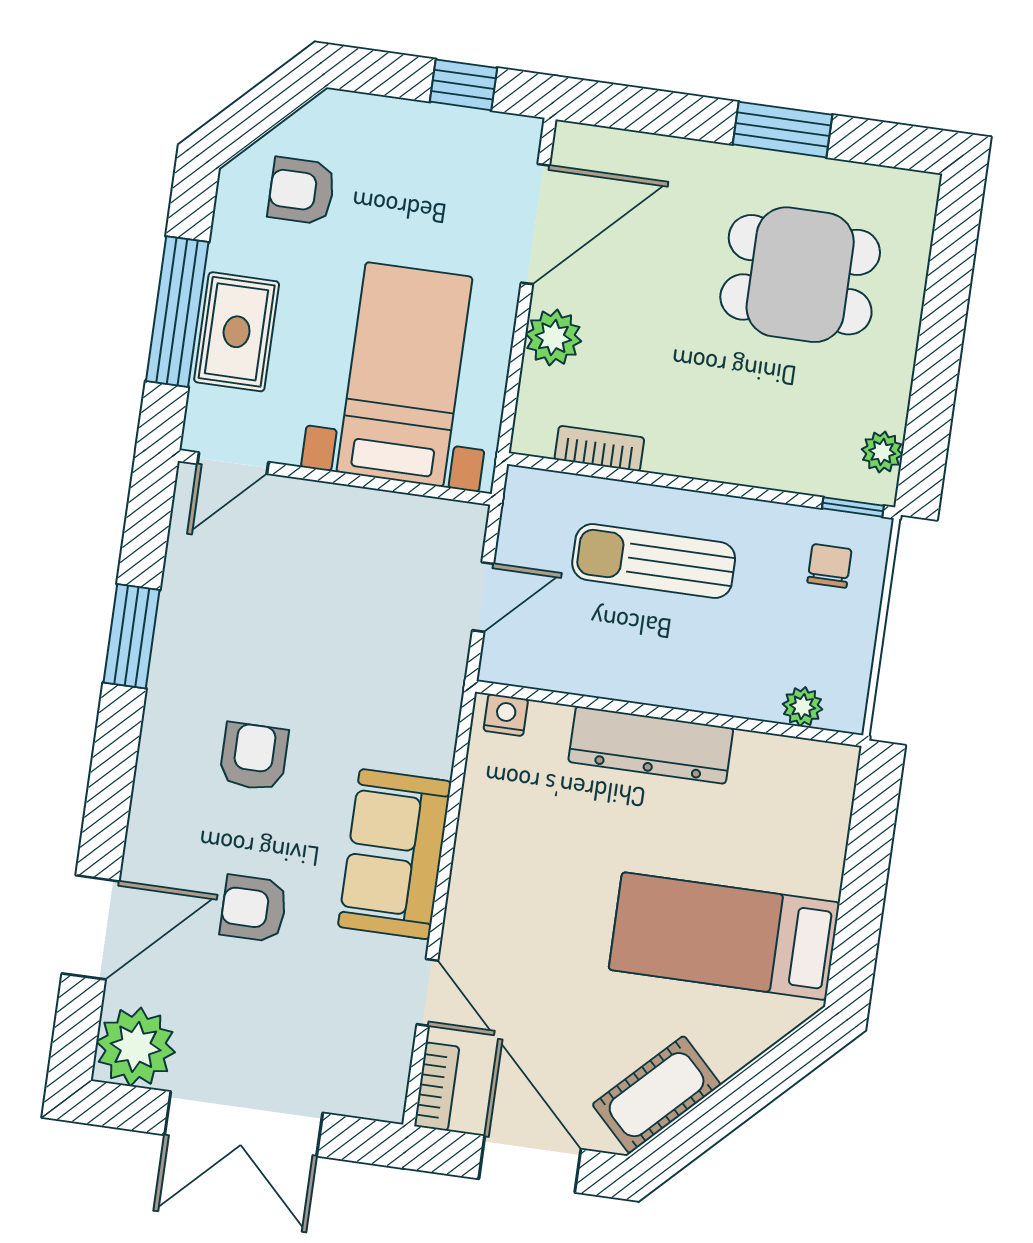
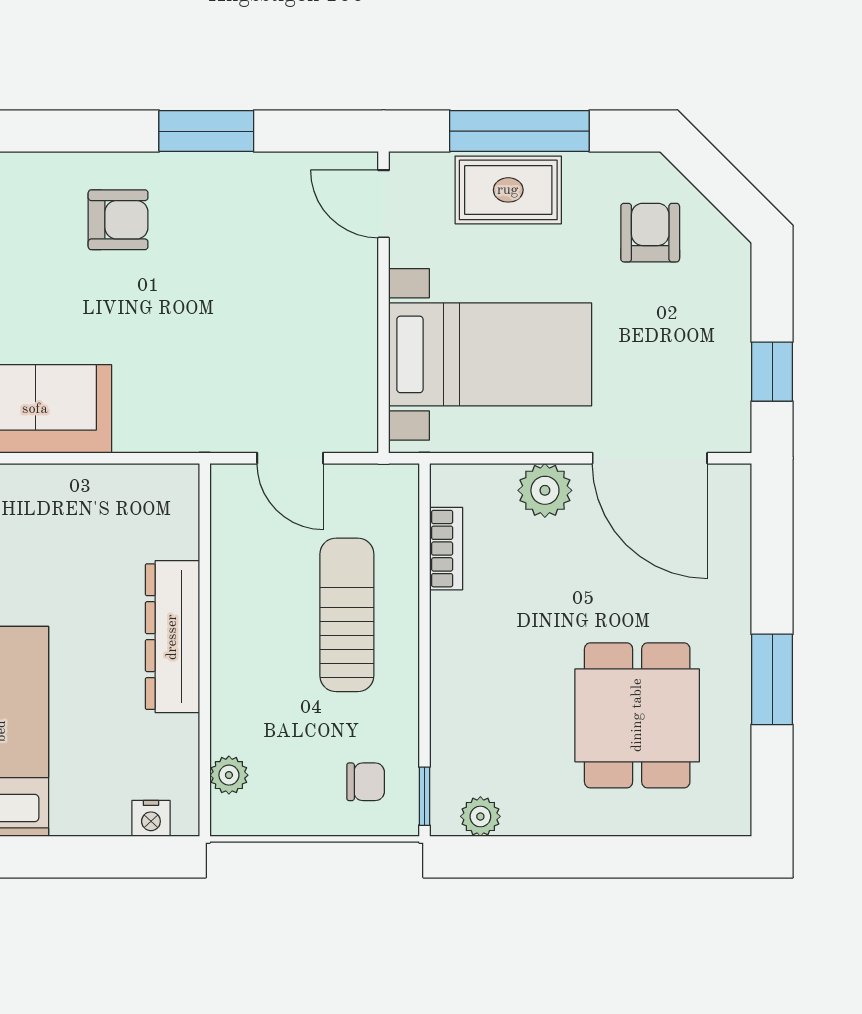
nightstand: (506, 715) -> (151, 818), moved, turned 90
armchair: (254, 757) -> (118, 220), moved

